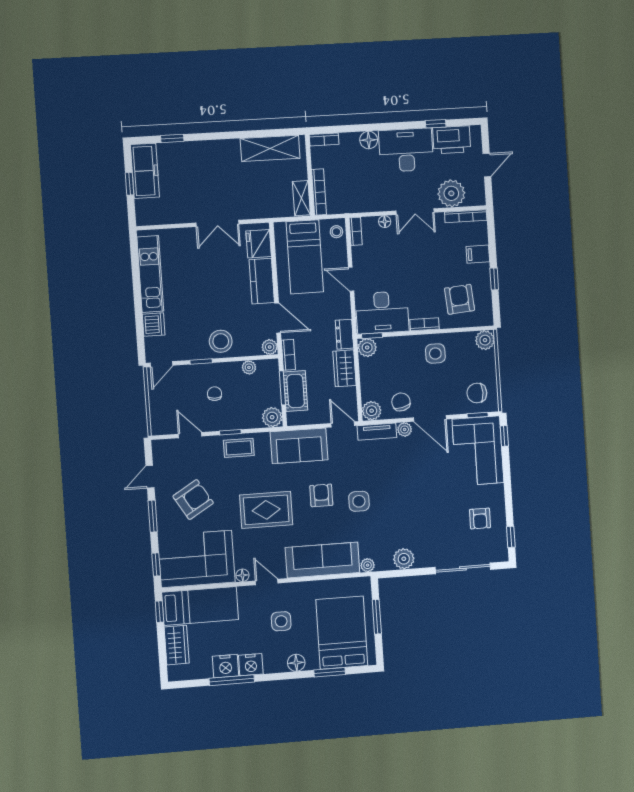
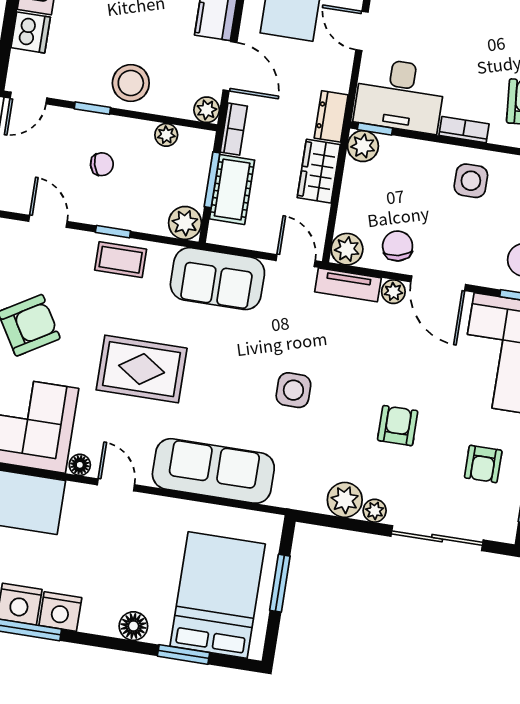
chair: (215, 394) -> (102, 164), turned 73
armchair: (321, 495) -> (398, 426), moved
plant: (368, 565) -> (375, 511), moved
side table: (281, 621) -> (125, 554), removed

